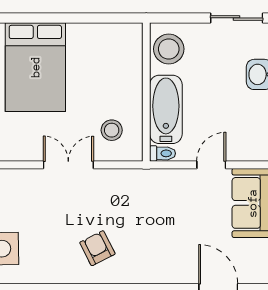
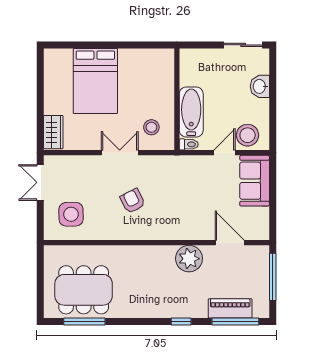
stool: (169, 49) -> (248, 135), moved
armchair: (97, 248) -> (133, 201), moved

